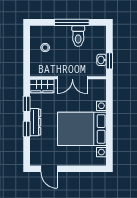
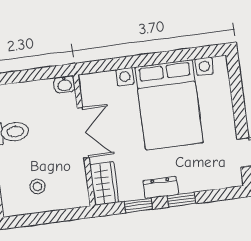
washbasin: (102, 60) -> (65, 84), moved
window: (109, 61) -> (46, 73), removed
dresser: (35, 122) -> (161, 188), width x0.70

